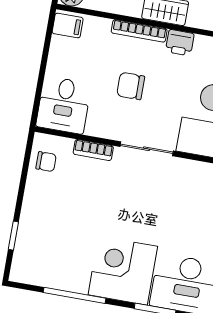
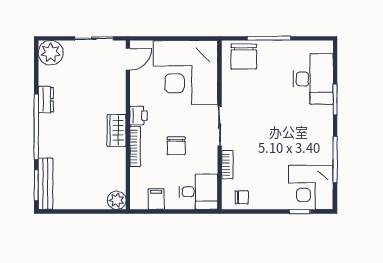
filing cabinet: (68, 26) -> (156, 199), moved
chair: (46, 162) -> (242, 197), turned 90
corner desk: (123, 271) -> (311, 187), moved

